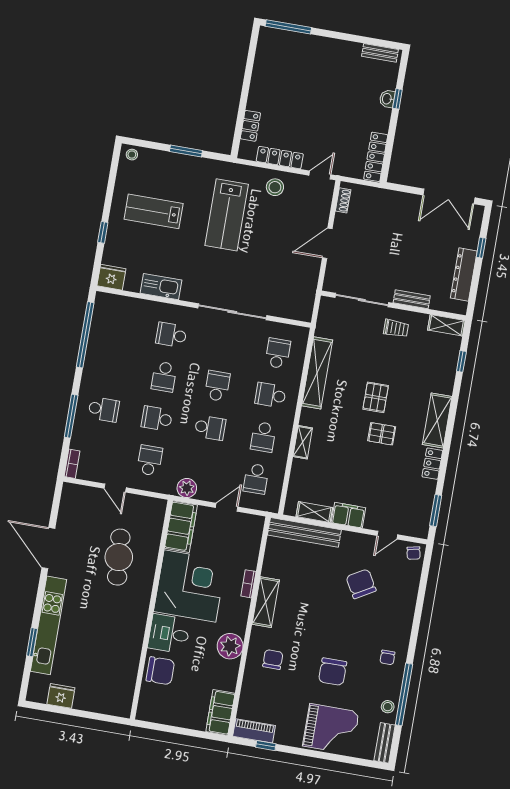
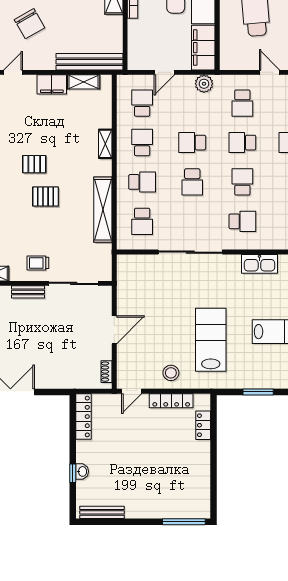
bench: (380, 53) -> (102, 512), width x1.36
pallet: (376, 397) -> (46, 197), turned 90
school desk: (157, 419) -> (242, 143), turned 180

